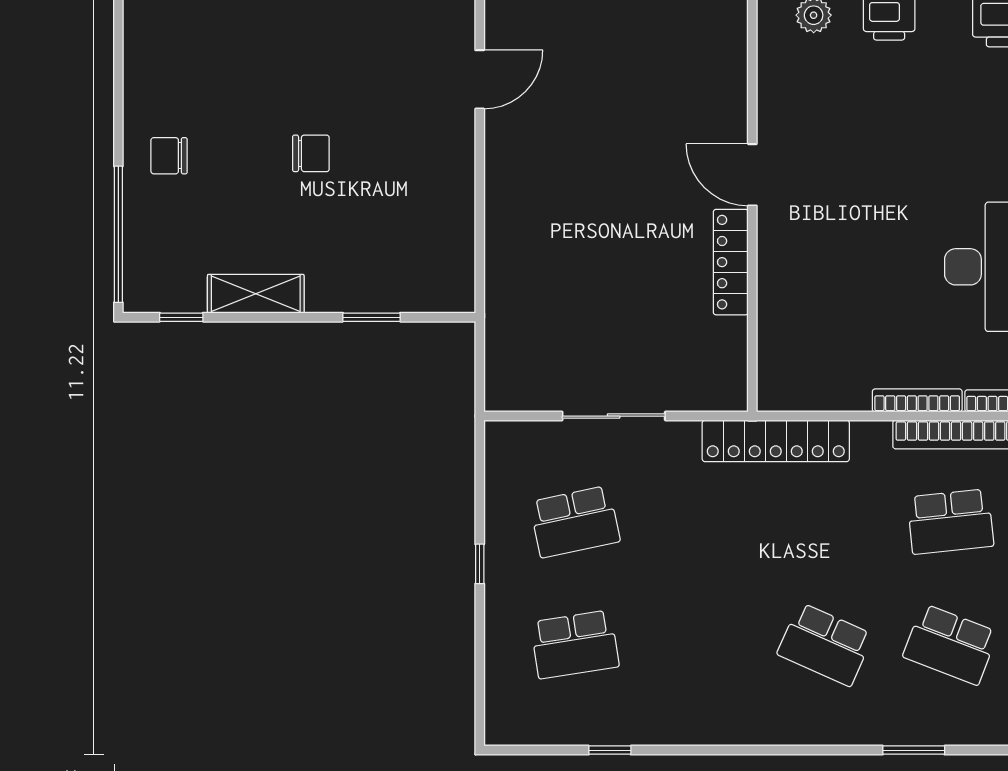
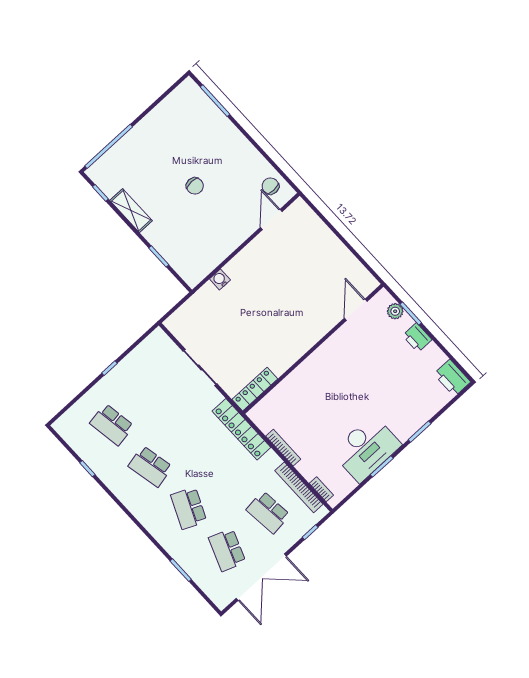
door: (480, 79) -> (271, 219), swing flipped
chair: (169, 156) -> (270, 186), moved
door: (752, 175) -> (356, 310), moved
water cooler: (500, 252) -> (220, 279), added
locker: (731, 262) -> (255, 389), moved
bookcase: (917, 400) -> (283, 448), moved
school desk: (575, 522) -> (150, 466), moved

